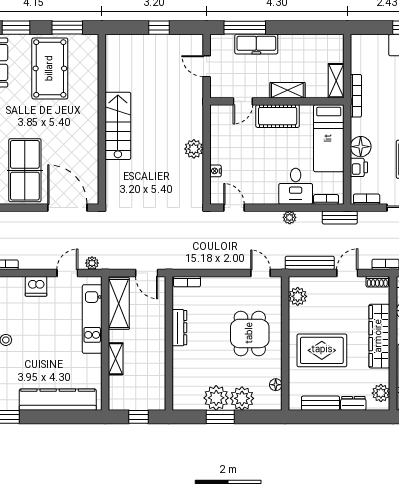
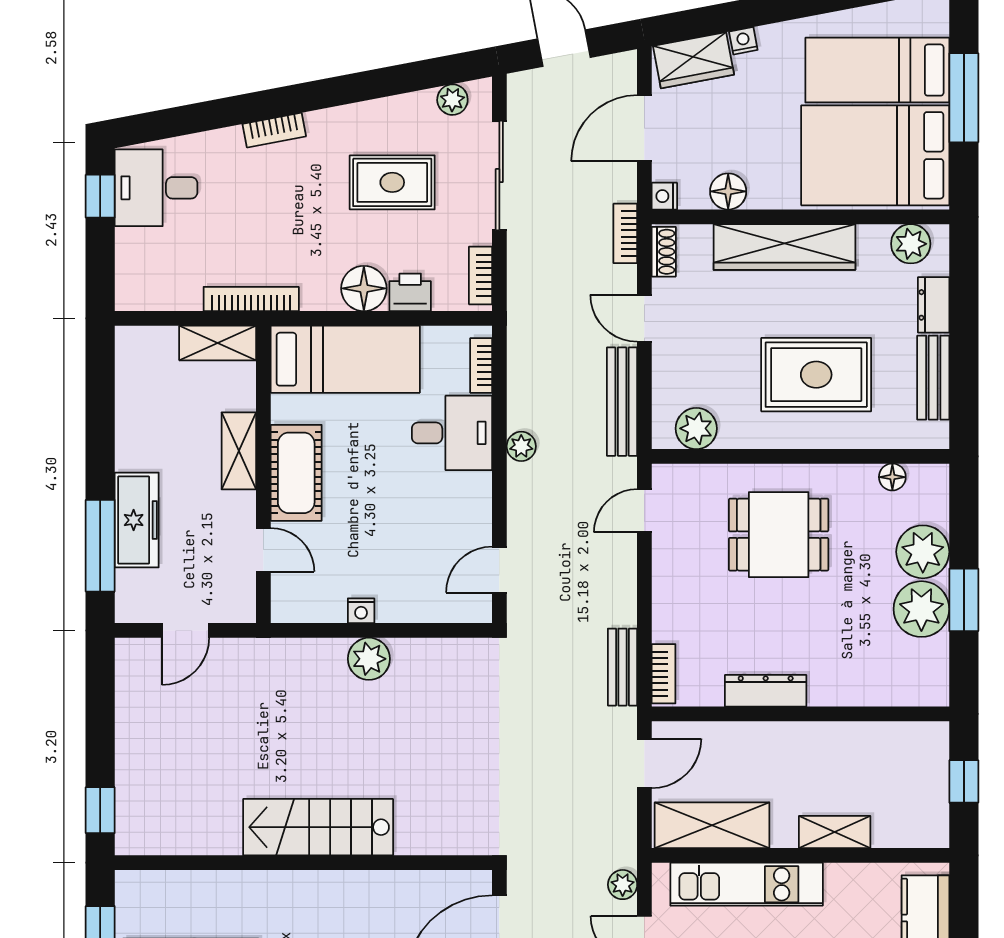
window: (159, 28) -> (100, 810), moved
nightstand: (215, 171) -> (361, 611), moved
bench: (340, 217) -> (622, 667), moved
rug: (322, 350) -> (816, 375), turned 90

